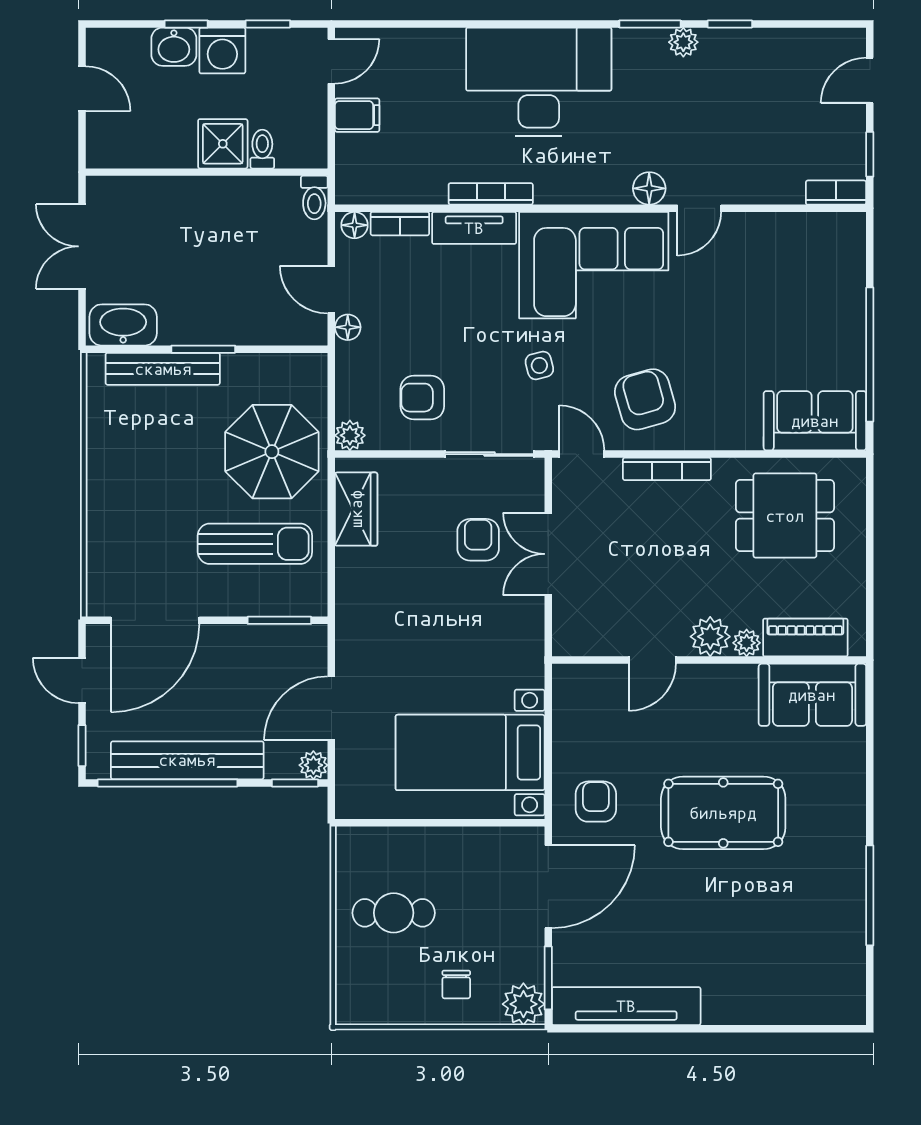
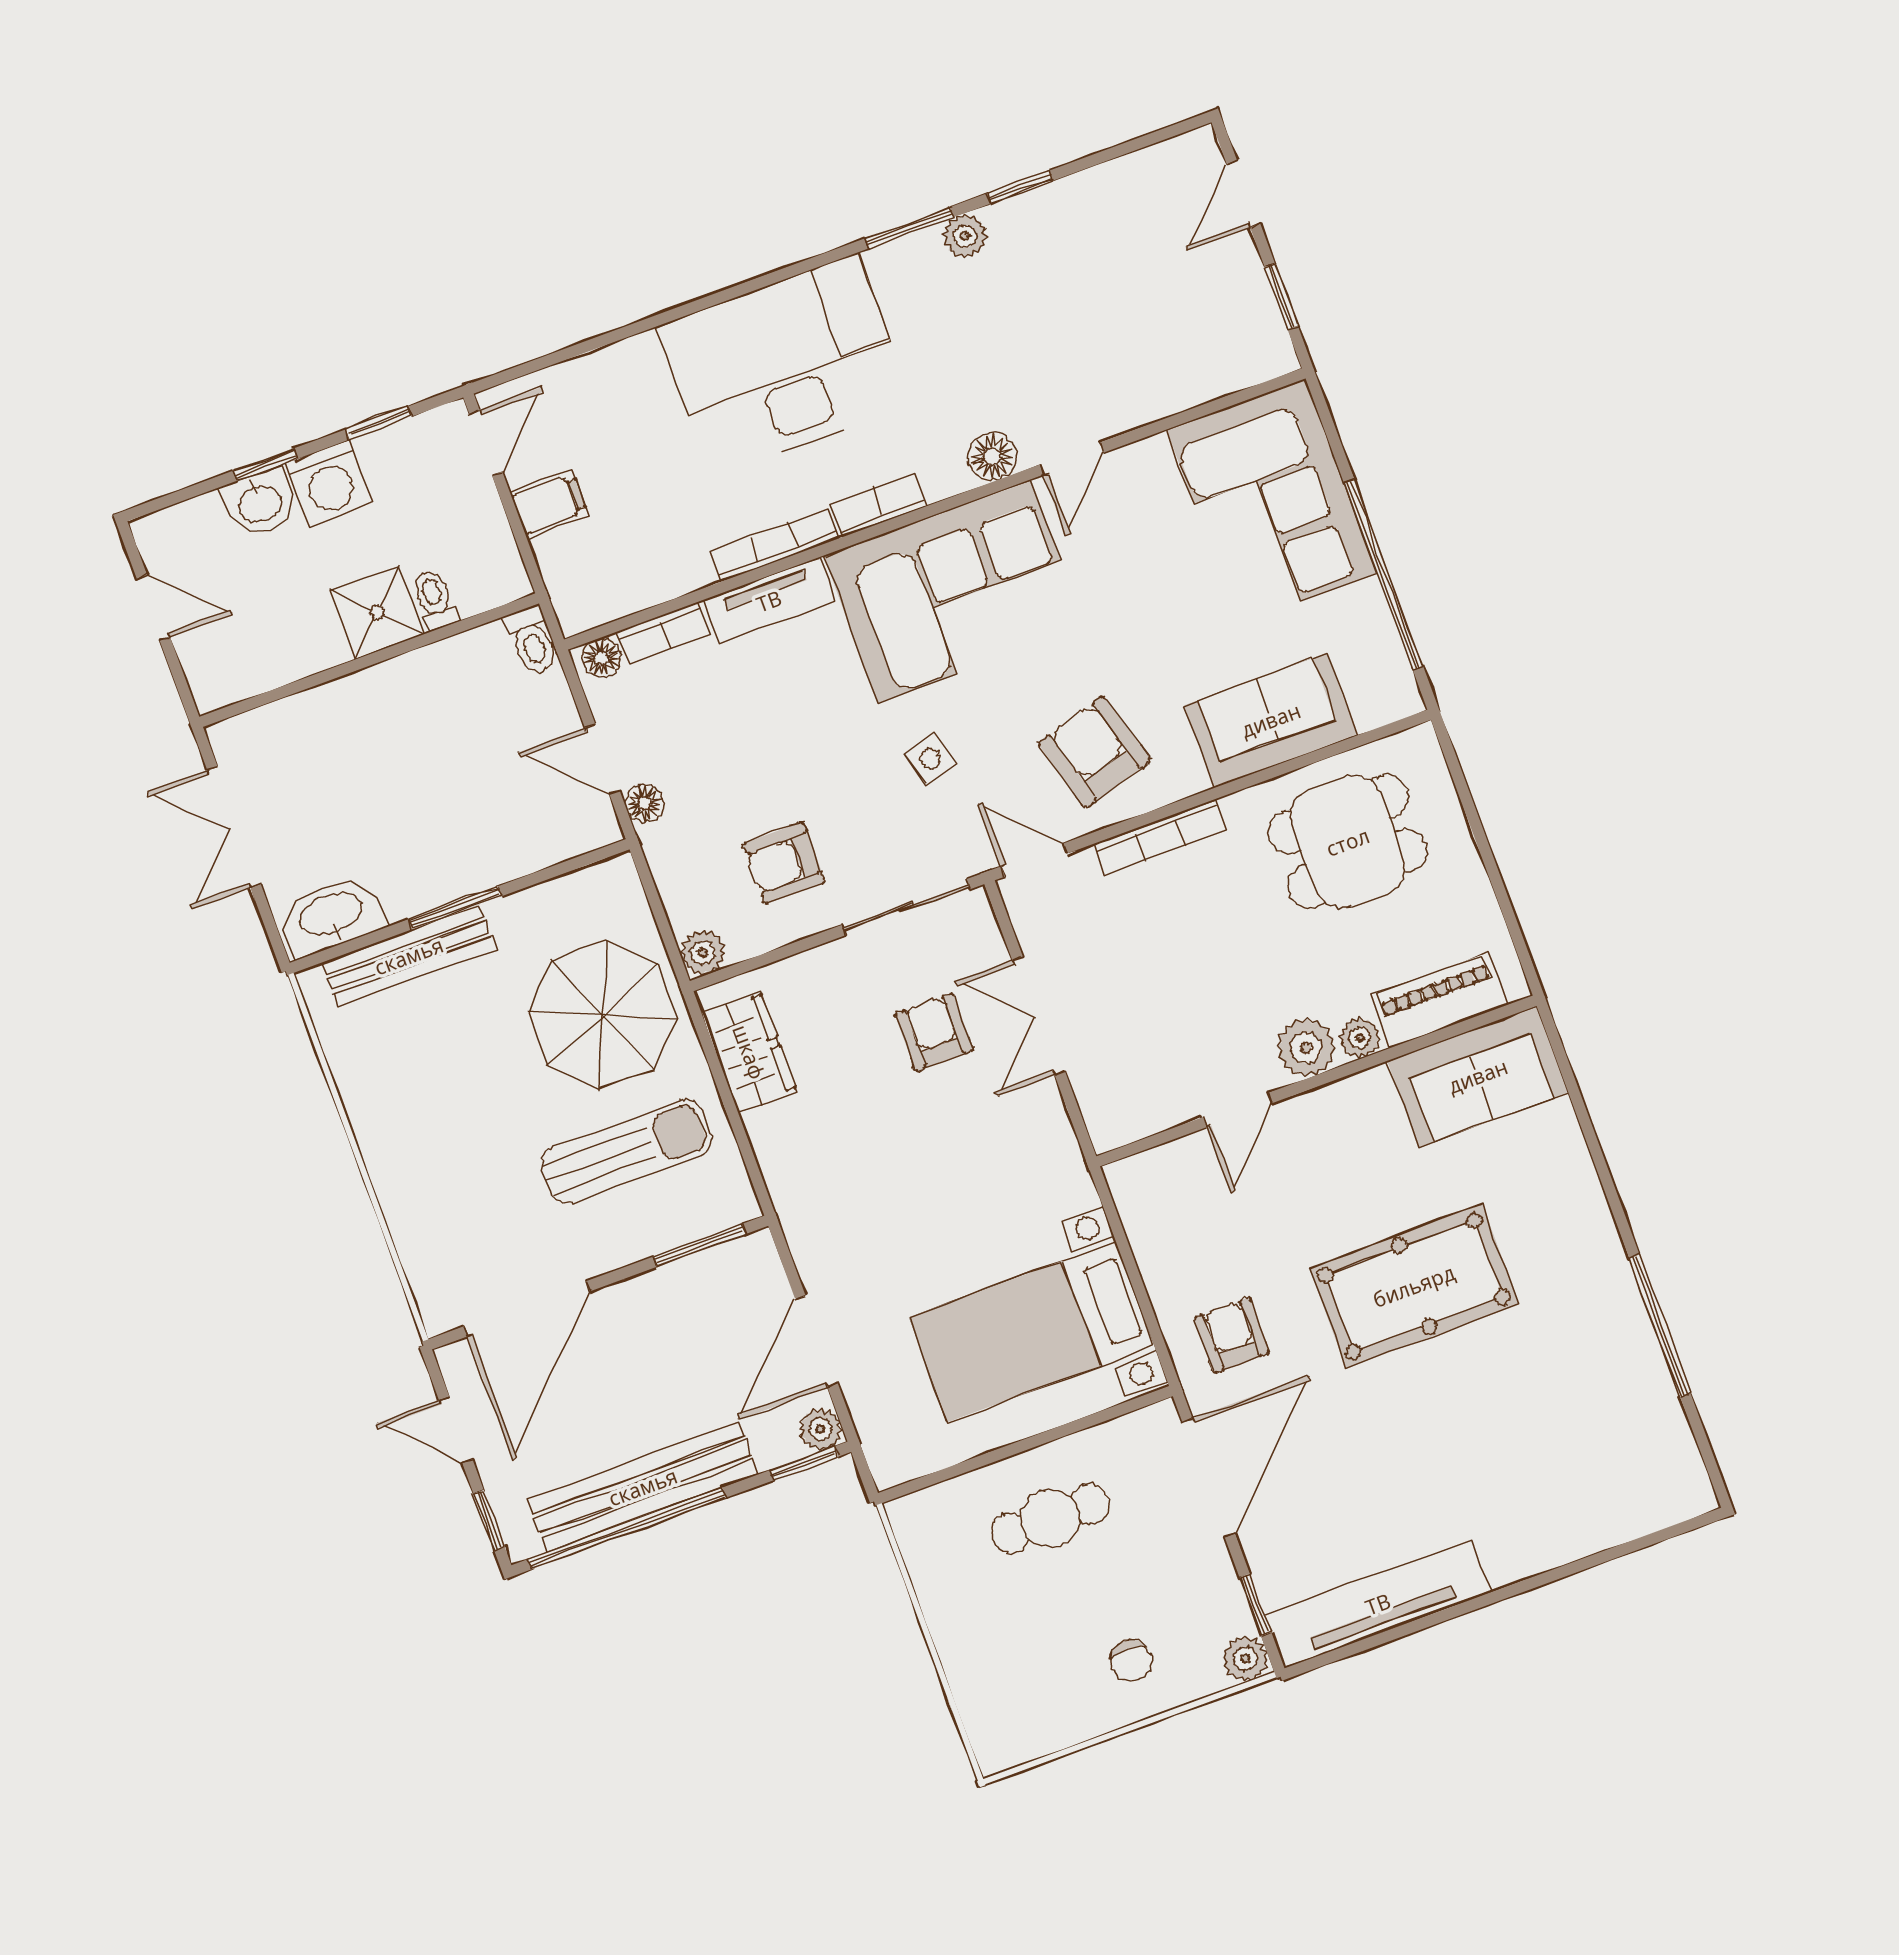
bookcase: (836, 193) -> (879, 505), moved
corner sofa: (816, 282) -> (1272, 501), added
sofa: (815, 421) -> (1271, 720), moved
cafe table: (394, 913) -> (1050, 1519), moved
window: (548, 978) -> (1255, 1605), width x0.67
plant: (523, 1004) -> (1245, 1659), width x0.73, depth x0.73

